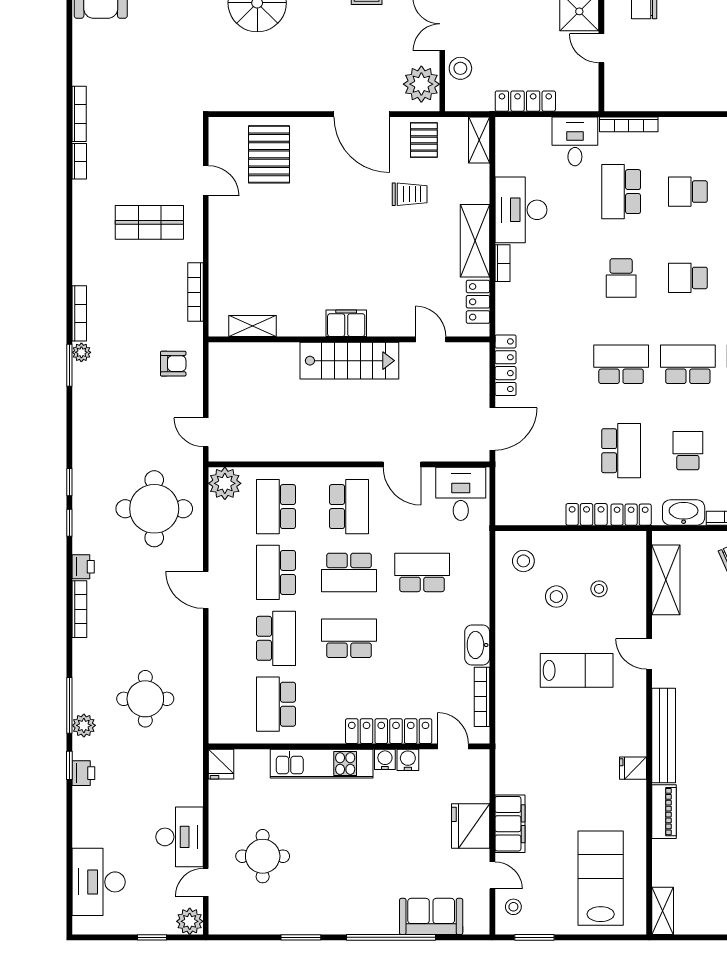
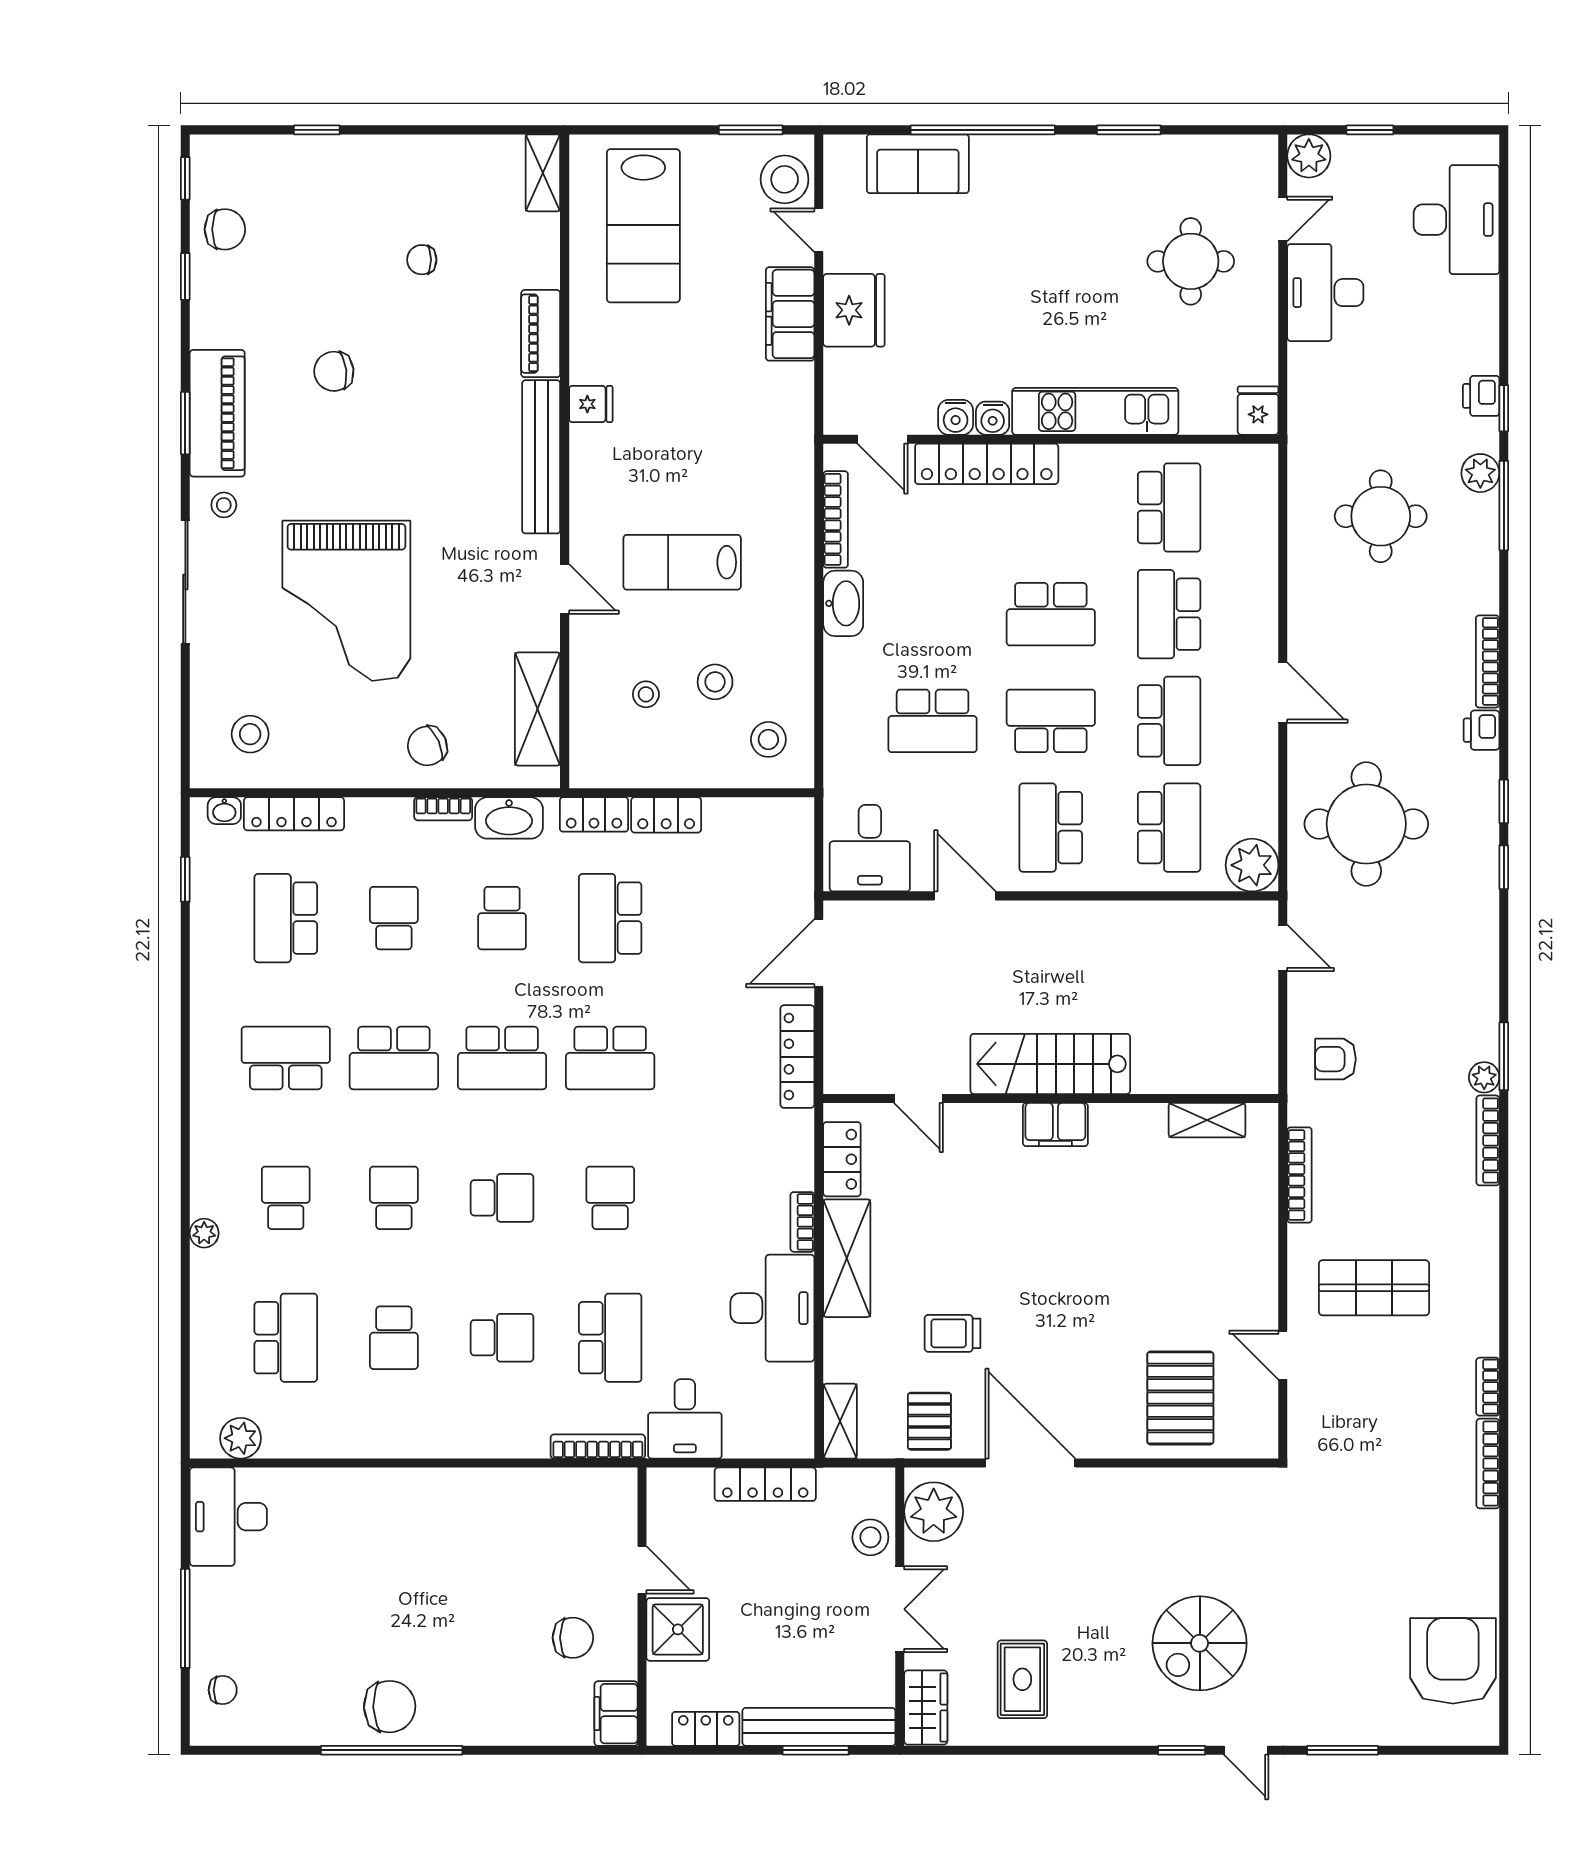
stool: (513, 907) -> (785, 179), width x1.89, depth x1.89

